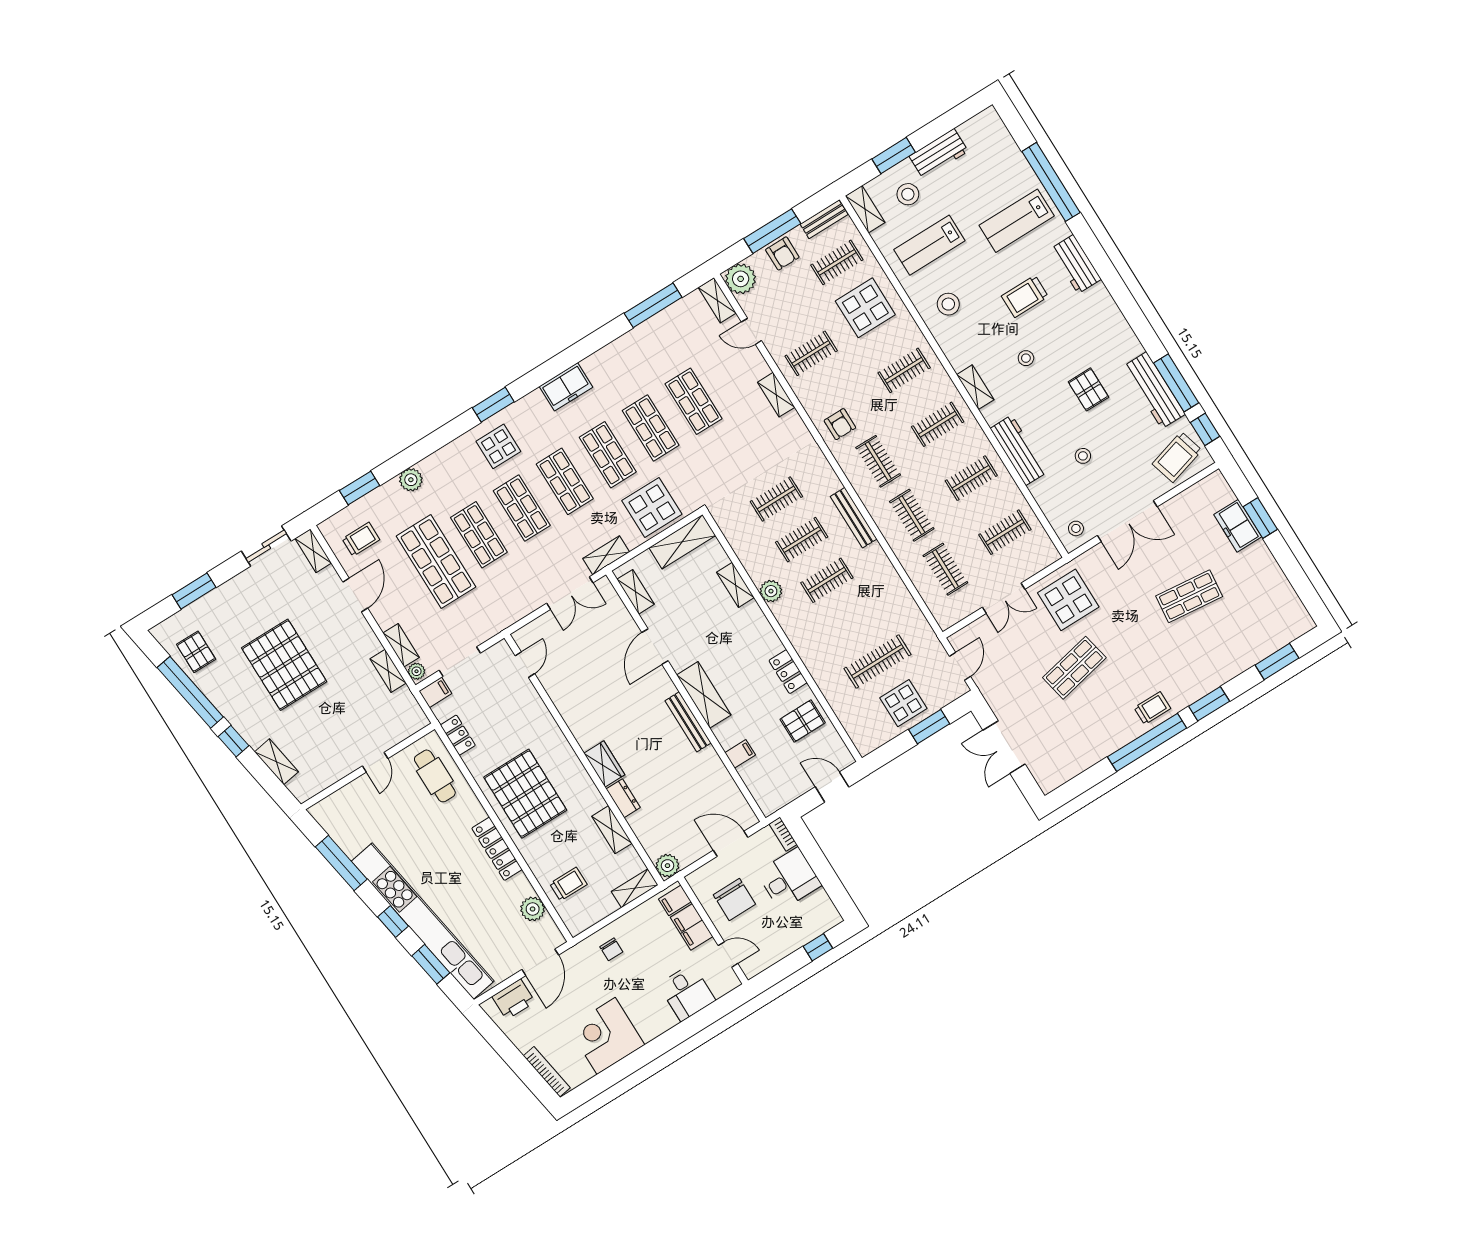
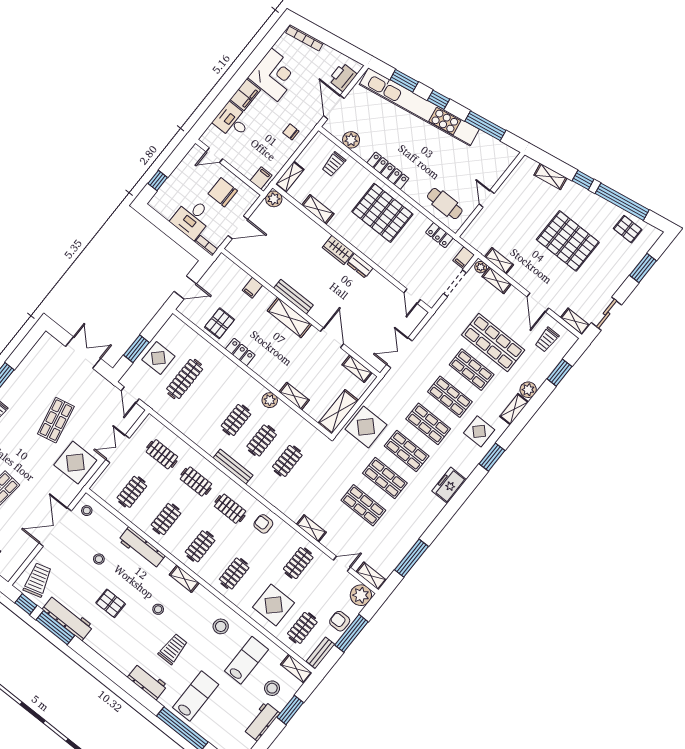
shelving: (606, 555) -> (514, 409), moved
dresser: (623, 798) -> (360, 266), moved
filing cabinet: (692, 927) -> (245, 95), moved, turned 90

